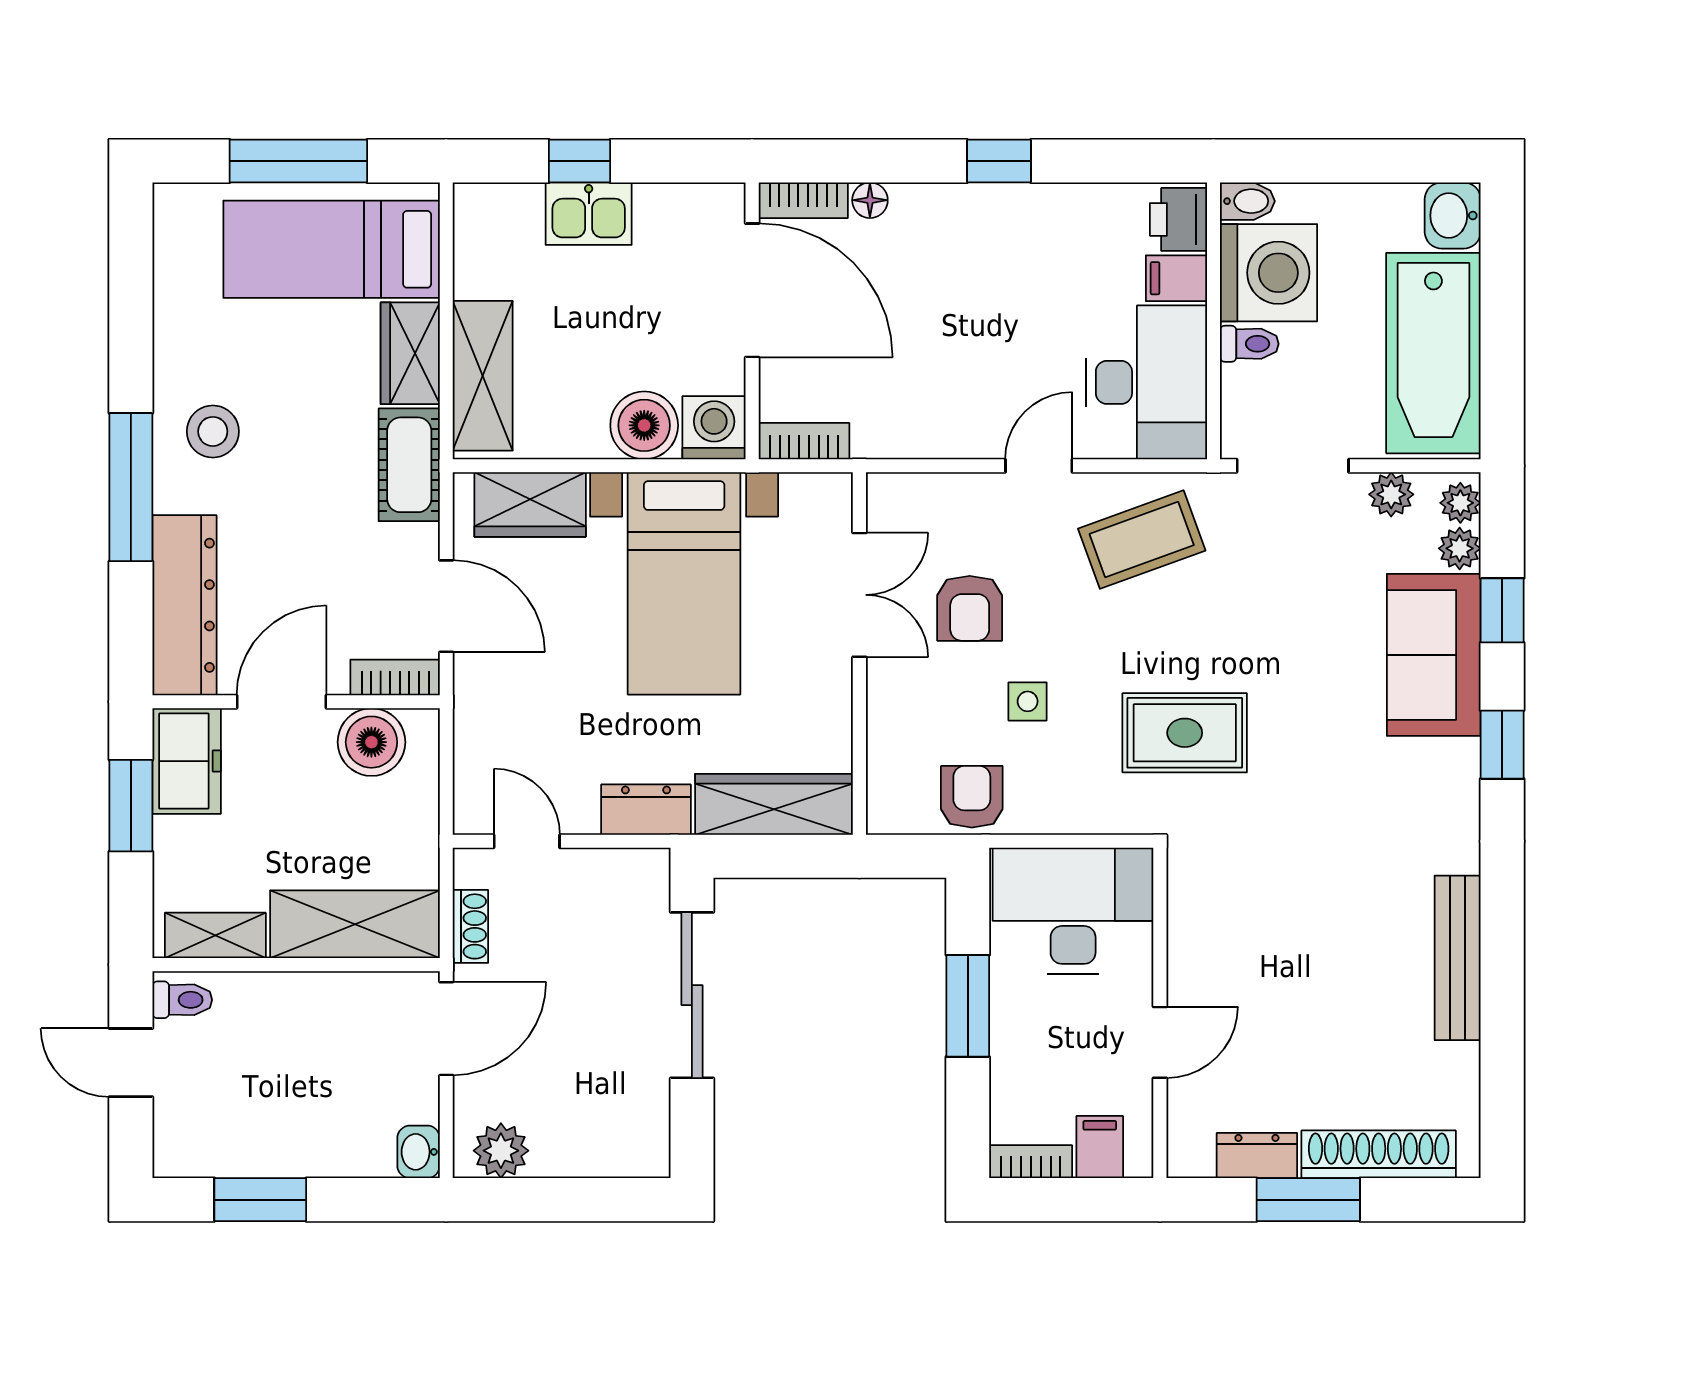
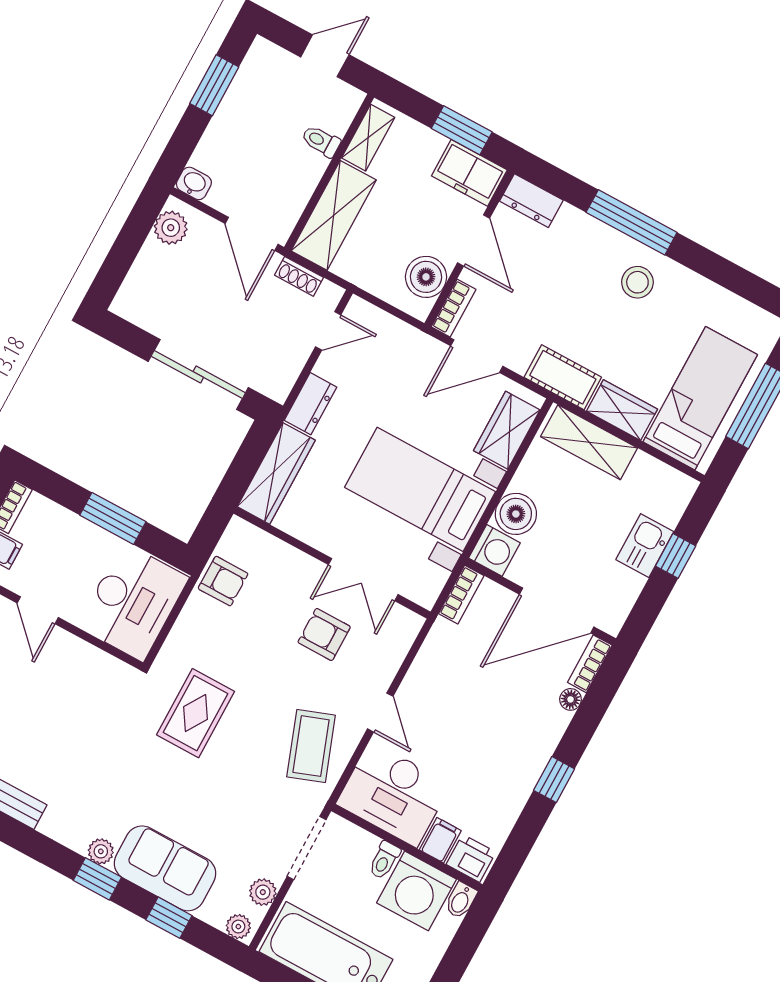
plant: (1460, 548) -> (101, 851), moved
dresser: (184, 605) -> (531, 201), width x0.51, depth x0.80
side table: (1028, 701) -> (258, 638), removed
toilet: (182, 1000) -> (321, 141), moved, turned 90

